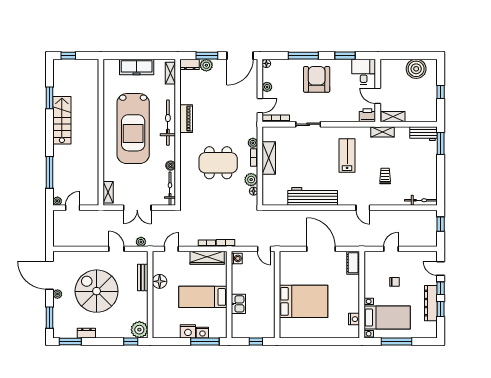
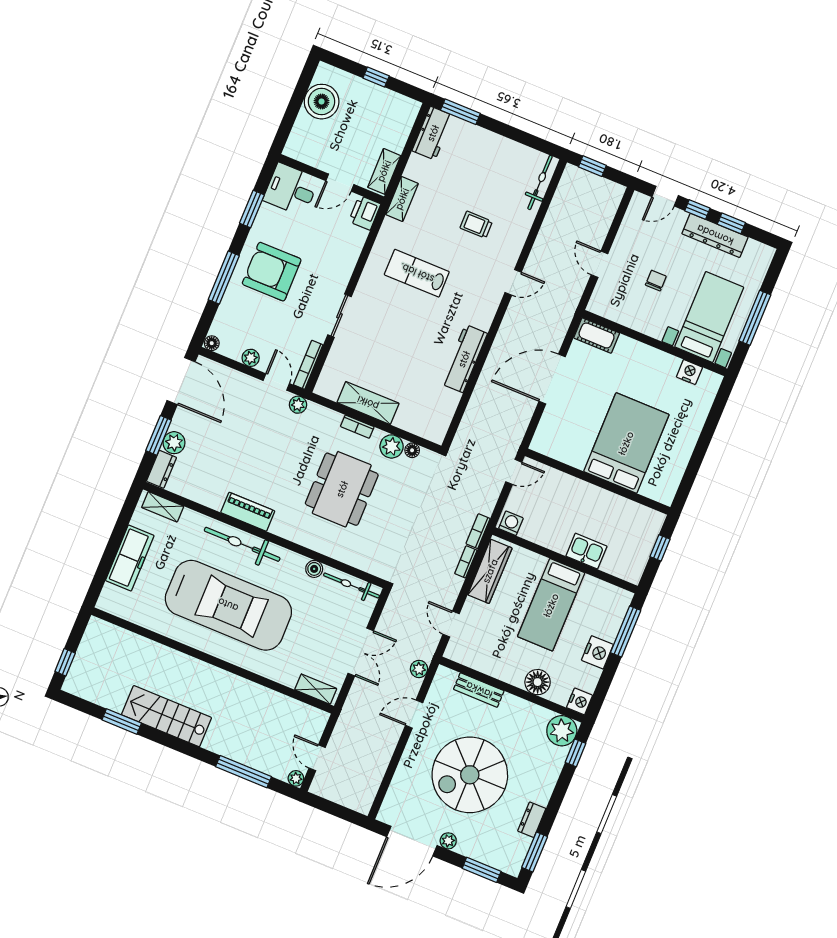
plant: (253, 143) -> (298, 405), moved
workbench: (313, 196) -> (464, 359), width x0.73, depth x0.76
floor lamp: (160, 281) -> (538, 682), moved
nightstand: (202, 333) -> (580, 701), moved

